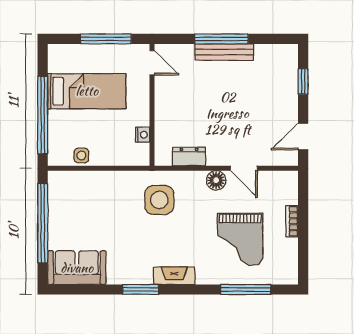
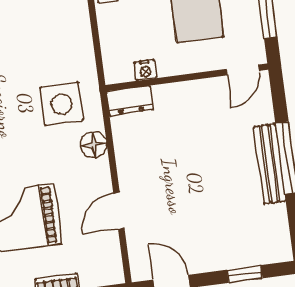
dresser: (189, 156) -> (130, 101), moved, turned 90
floor lamp: (216, 180) -> (94, 145), moved

